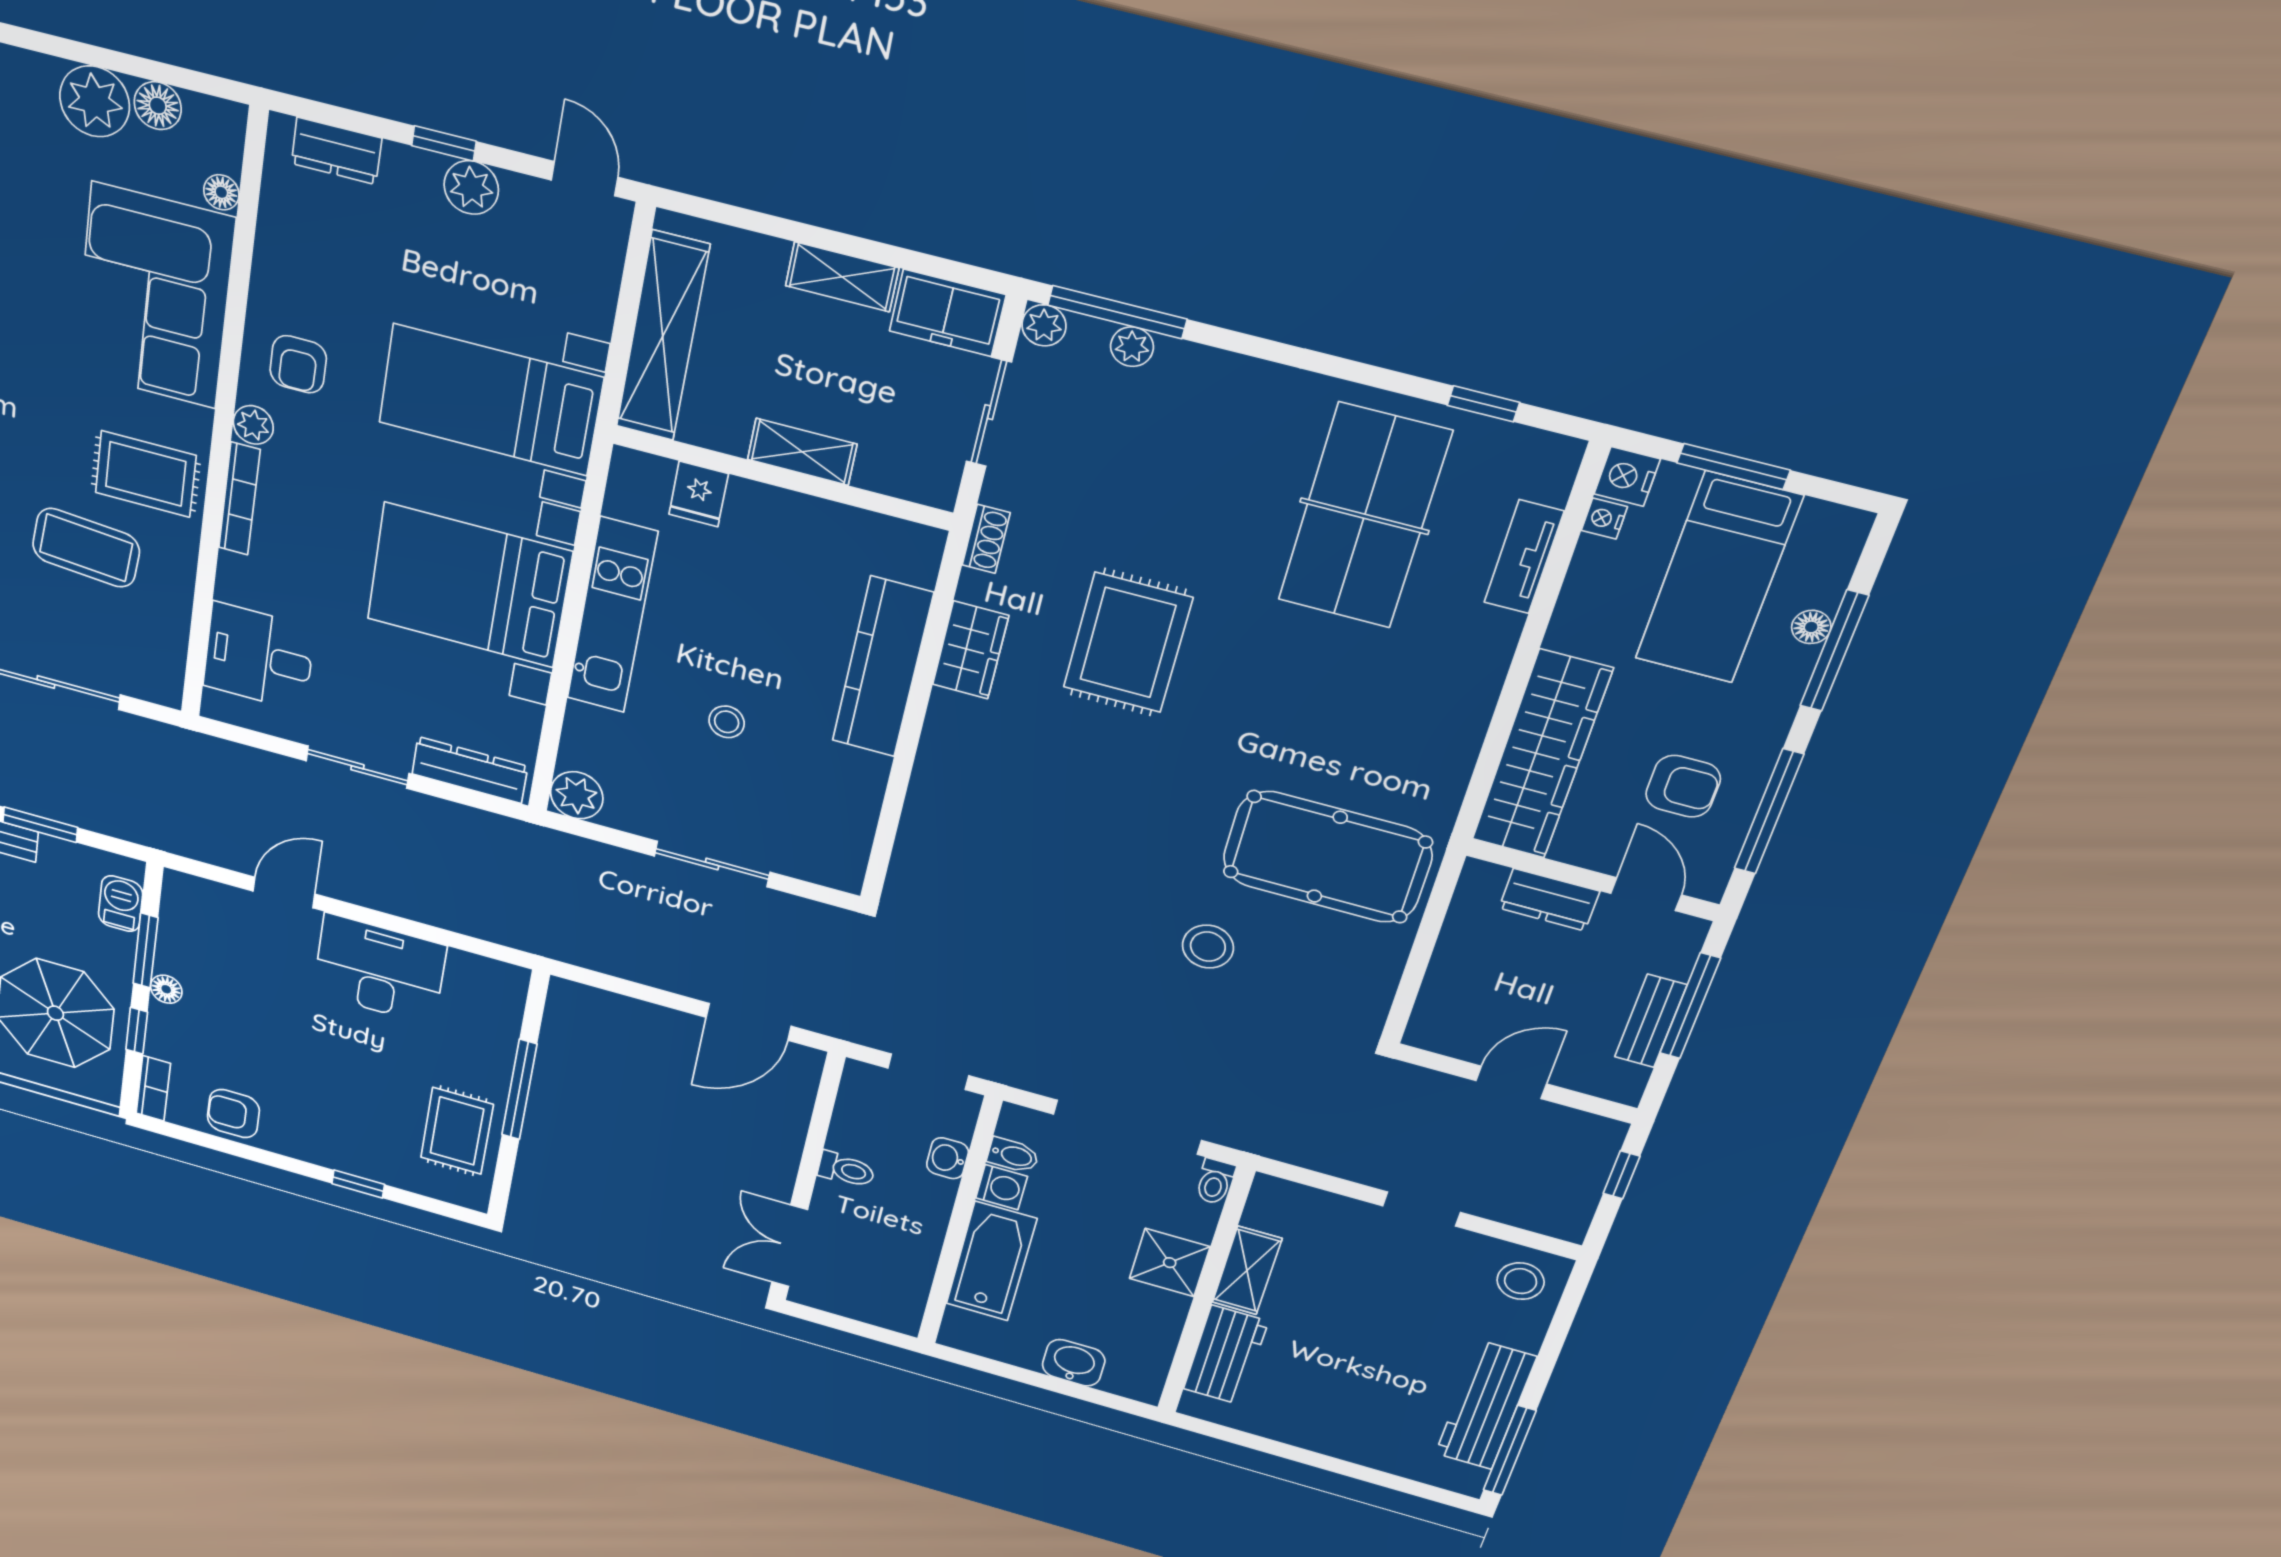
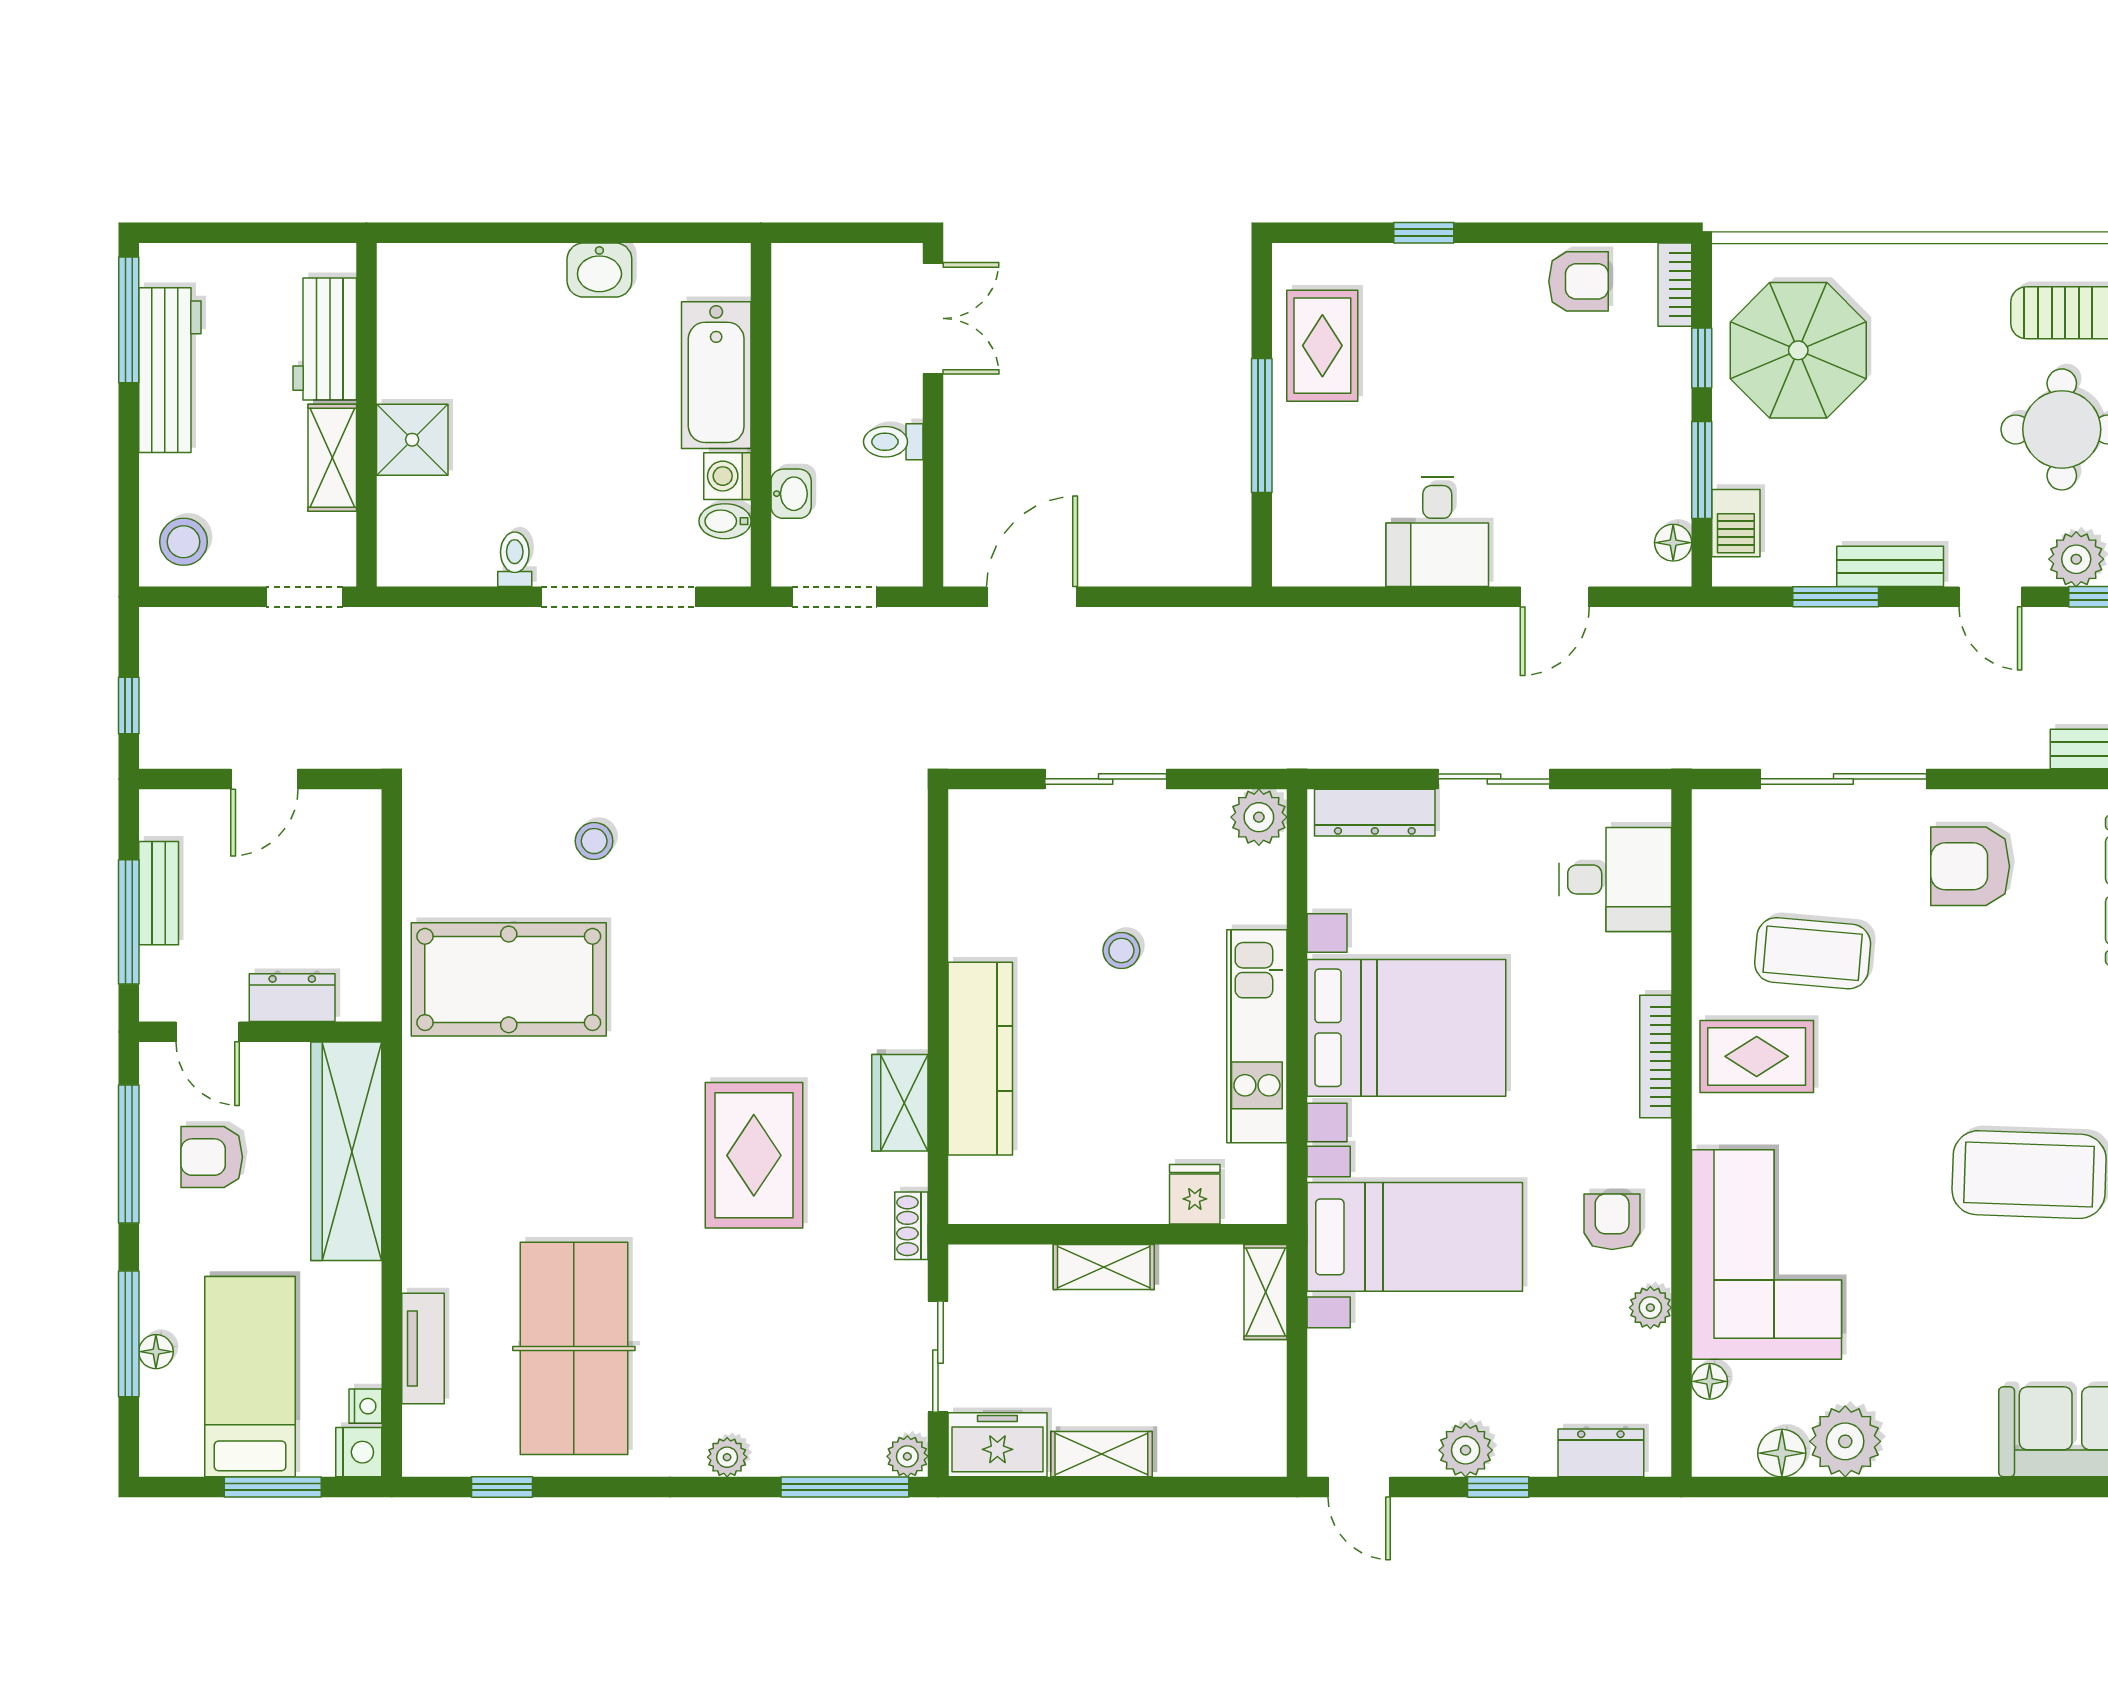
shelving: (663, 336) -> (1266, 1292), width x0.45, depth x0.75
plant: (1132, 347) -> (727, 1457), moved
plant: (253, 425) -> (1650, 1308), moved
stool: (1208, 947) -> (594, 841), width x0.73, depth x0.73
desk: (380, 970) -> (1437, 532), width x0.73
floor lamp: (166, 989) -> (1673, 543), moved
shower: (1170, 1263) -> (412, 440), moved
shelving: (1247, 1270) -> (332, 458), moved
wall: (1206, 1292) -> (366, 415), moved
workbench: (1226, 1355) -> (325, 339), moved

